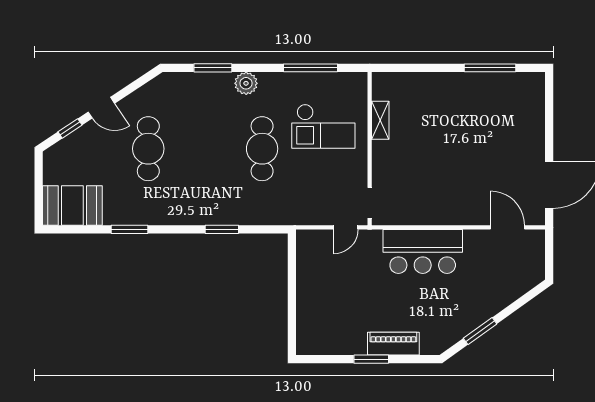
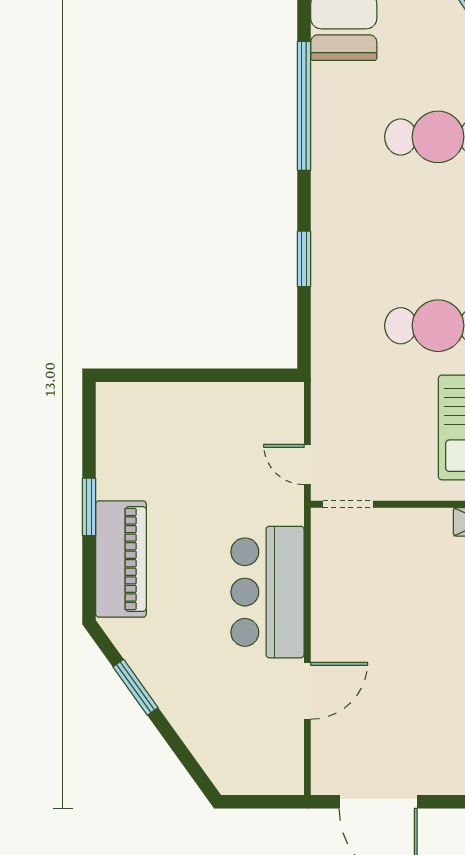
door: (508, 227) -> (307, 691), moved
window: (130, 229) -> (304, 106), width x2.11
piano: (393, 344) -> (121, 559), width x1.37, depth x1.33

